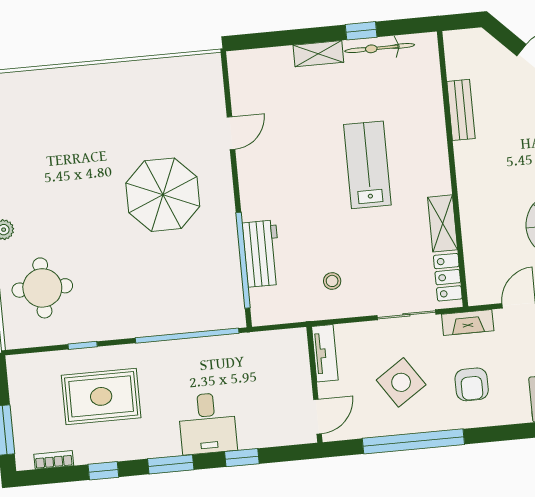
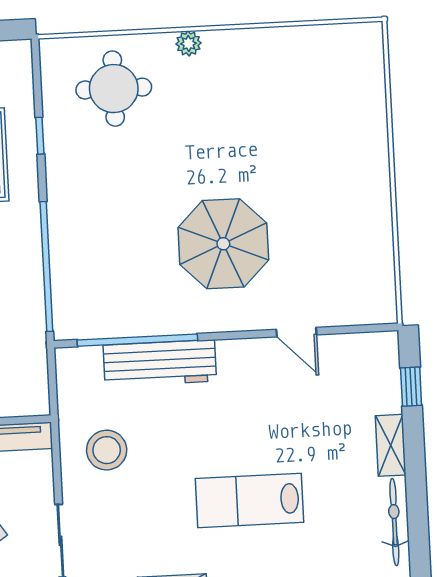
window: (361, 31) -> (411, 387), moved
lab bench: (367, 165) -> (249, 500), turned 180
workbench: (262, 254) -> (160, 363), width x1.38
stool: (332, 281) -> (107, 450), width x1.89, depth x1.89

